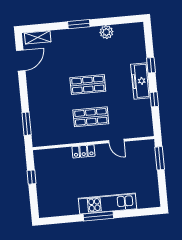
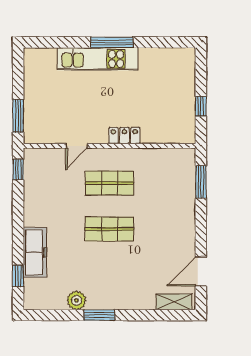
window: (79, 24) -> (99, 315), moved
window: (151, 65) -> (18, 276), moved
freezer: (141, 81) -> (35, 252), moved
window: (154, 99) -> (18, 170), moved
door: (116, 141) -> (77, 146), swing flipped

